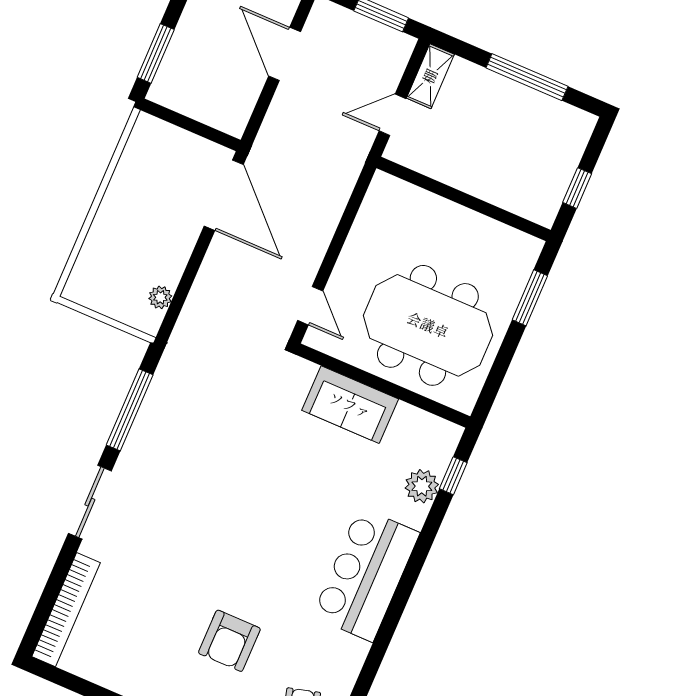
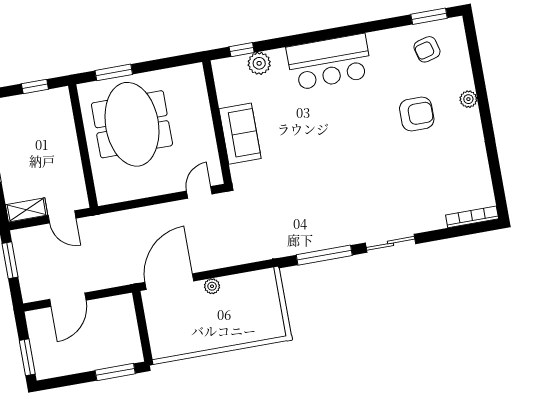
plant: (160, 297) -> (212, 286), moved
meeting table: (428, 325) -> (132, 124), moved
bookcase: (66, 610) -> (472, 217), width x0.68, depth x0.76

